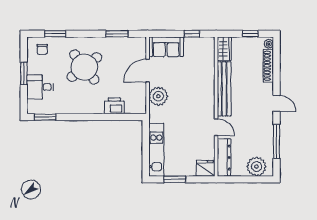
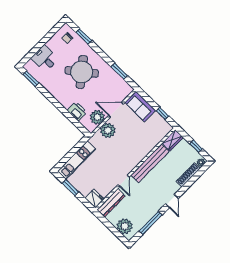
window: (24, 73) -> (43, 41), removed
plant: (137, 94) -> (97, 117), added

